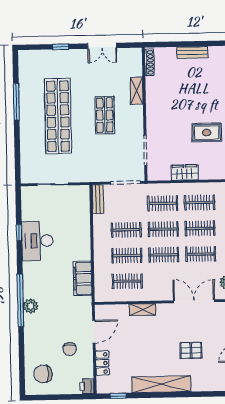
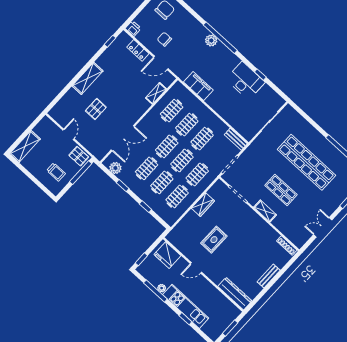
shelving: (137, 91) -> (265, 211), moved
shelving: (142, 310) -> (156, 93), moved
door: (94, 332) -> (161, 63), hinge flipped
shelving: (161, 384) -> (88, 78), width x0.68

